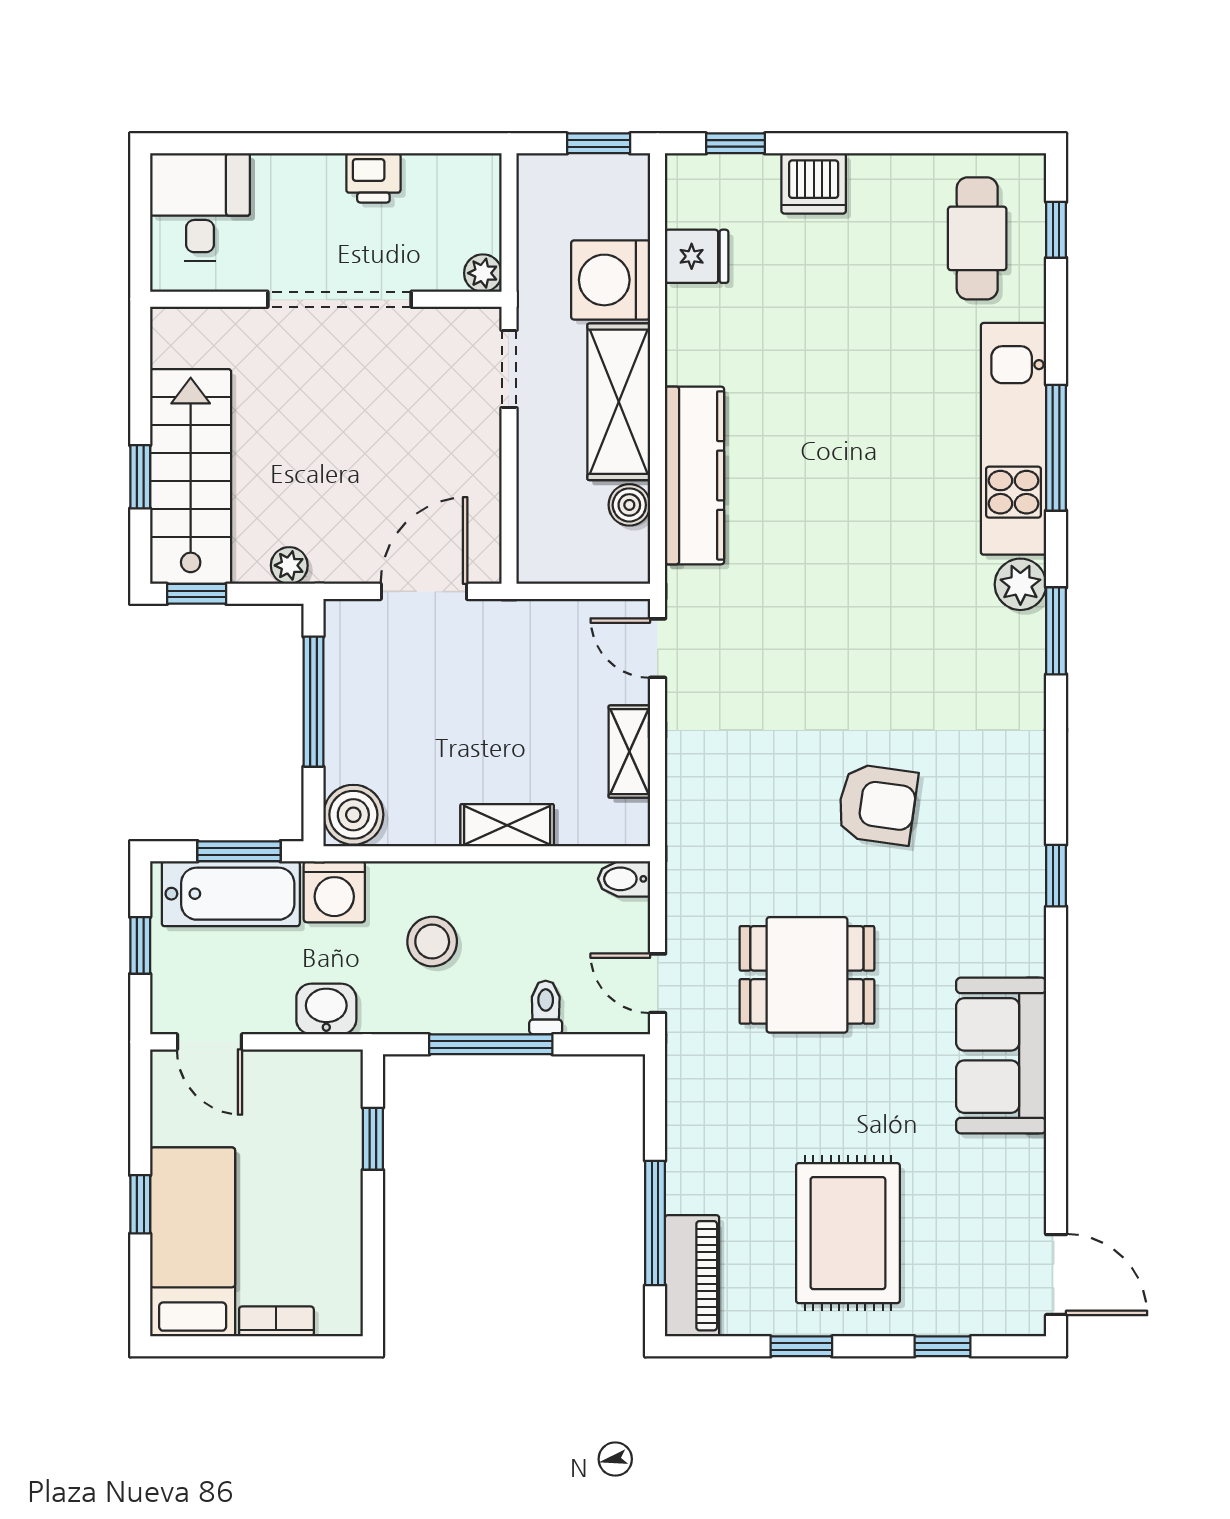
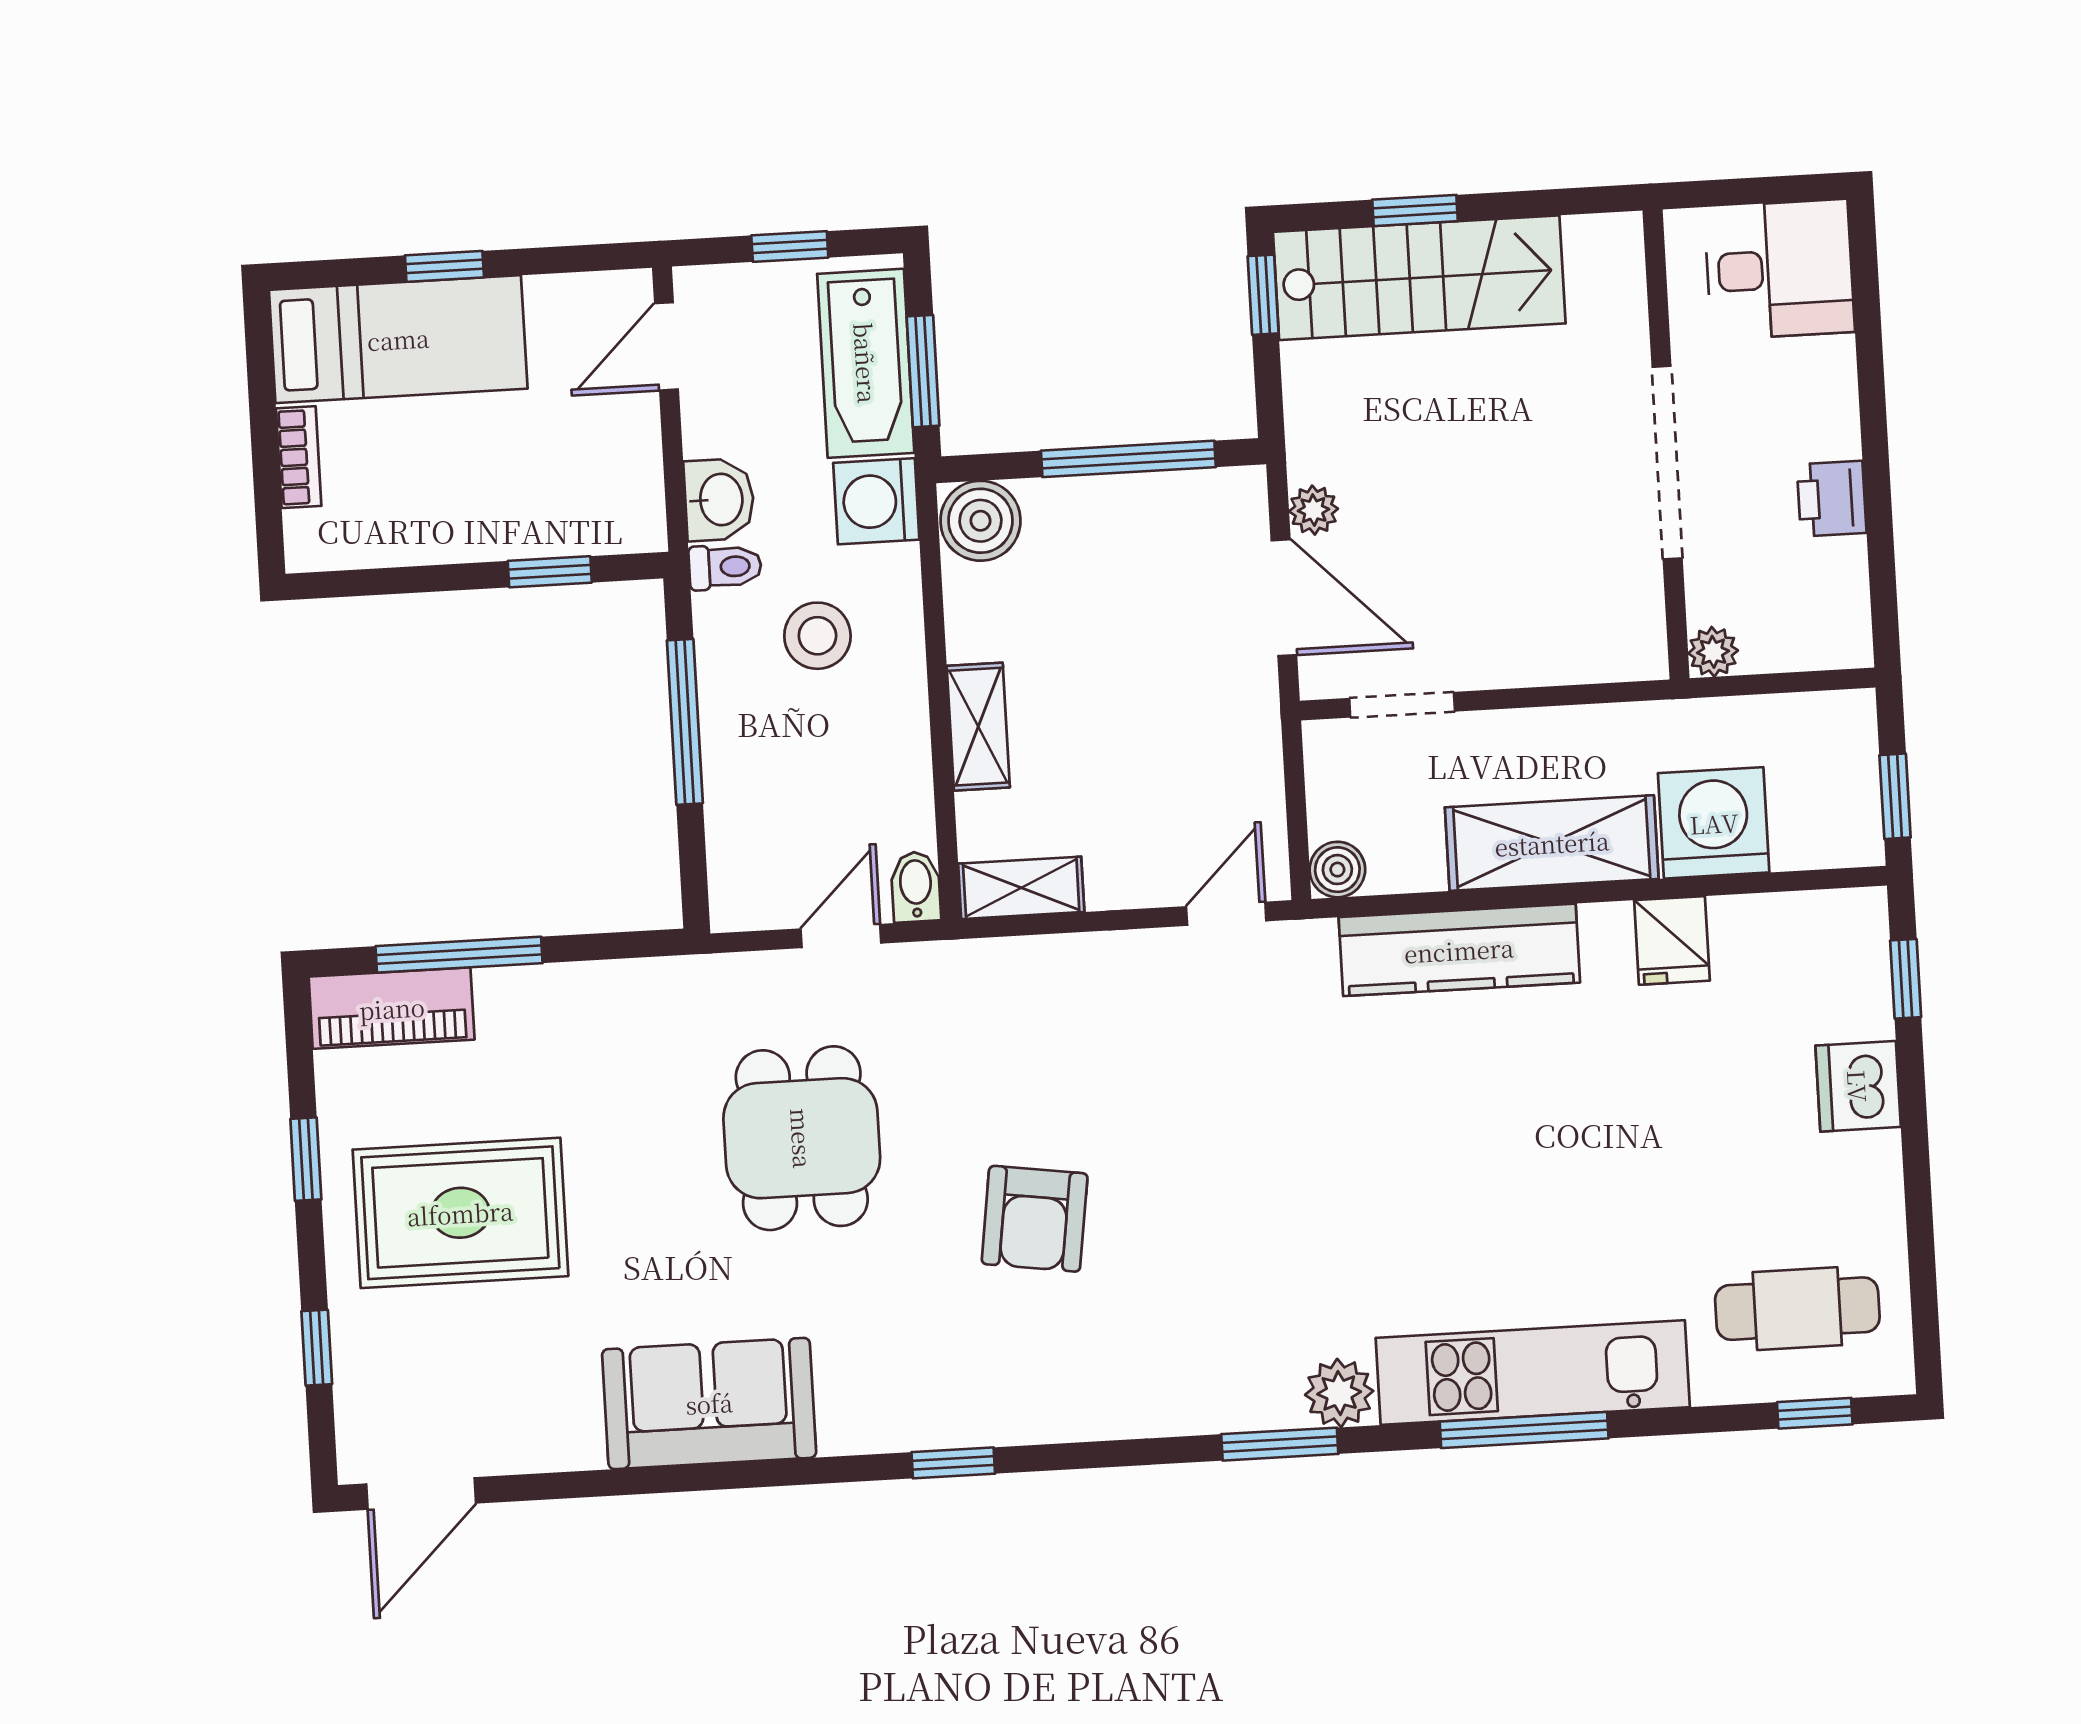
fridge: (697, 256) -> (1672, 940), moved
doorway: (509, 369) -> (1402, 705), moved
boiler: (629, 505) -> (1337, 870), moved
plant: (289, 565) -> (1313, 510), moved
shelving: (629, 752) -> (1021, 888), moved
door: (658, 983) -> (841, 936), moved
toilet: (546, 1008) -> (725, 567), moved

